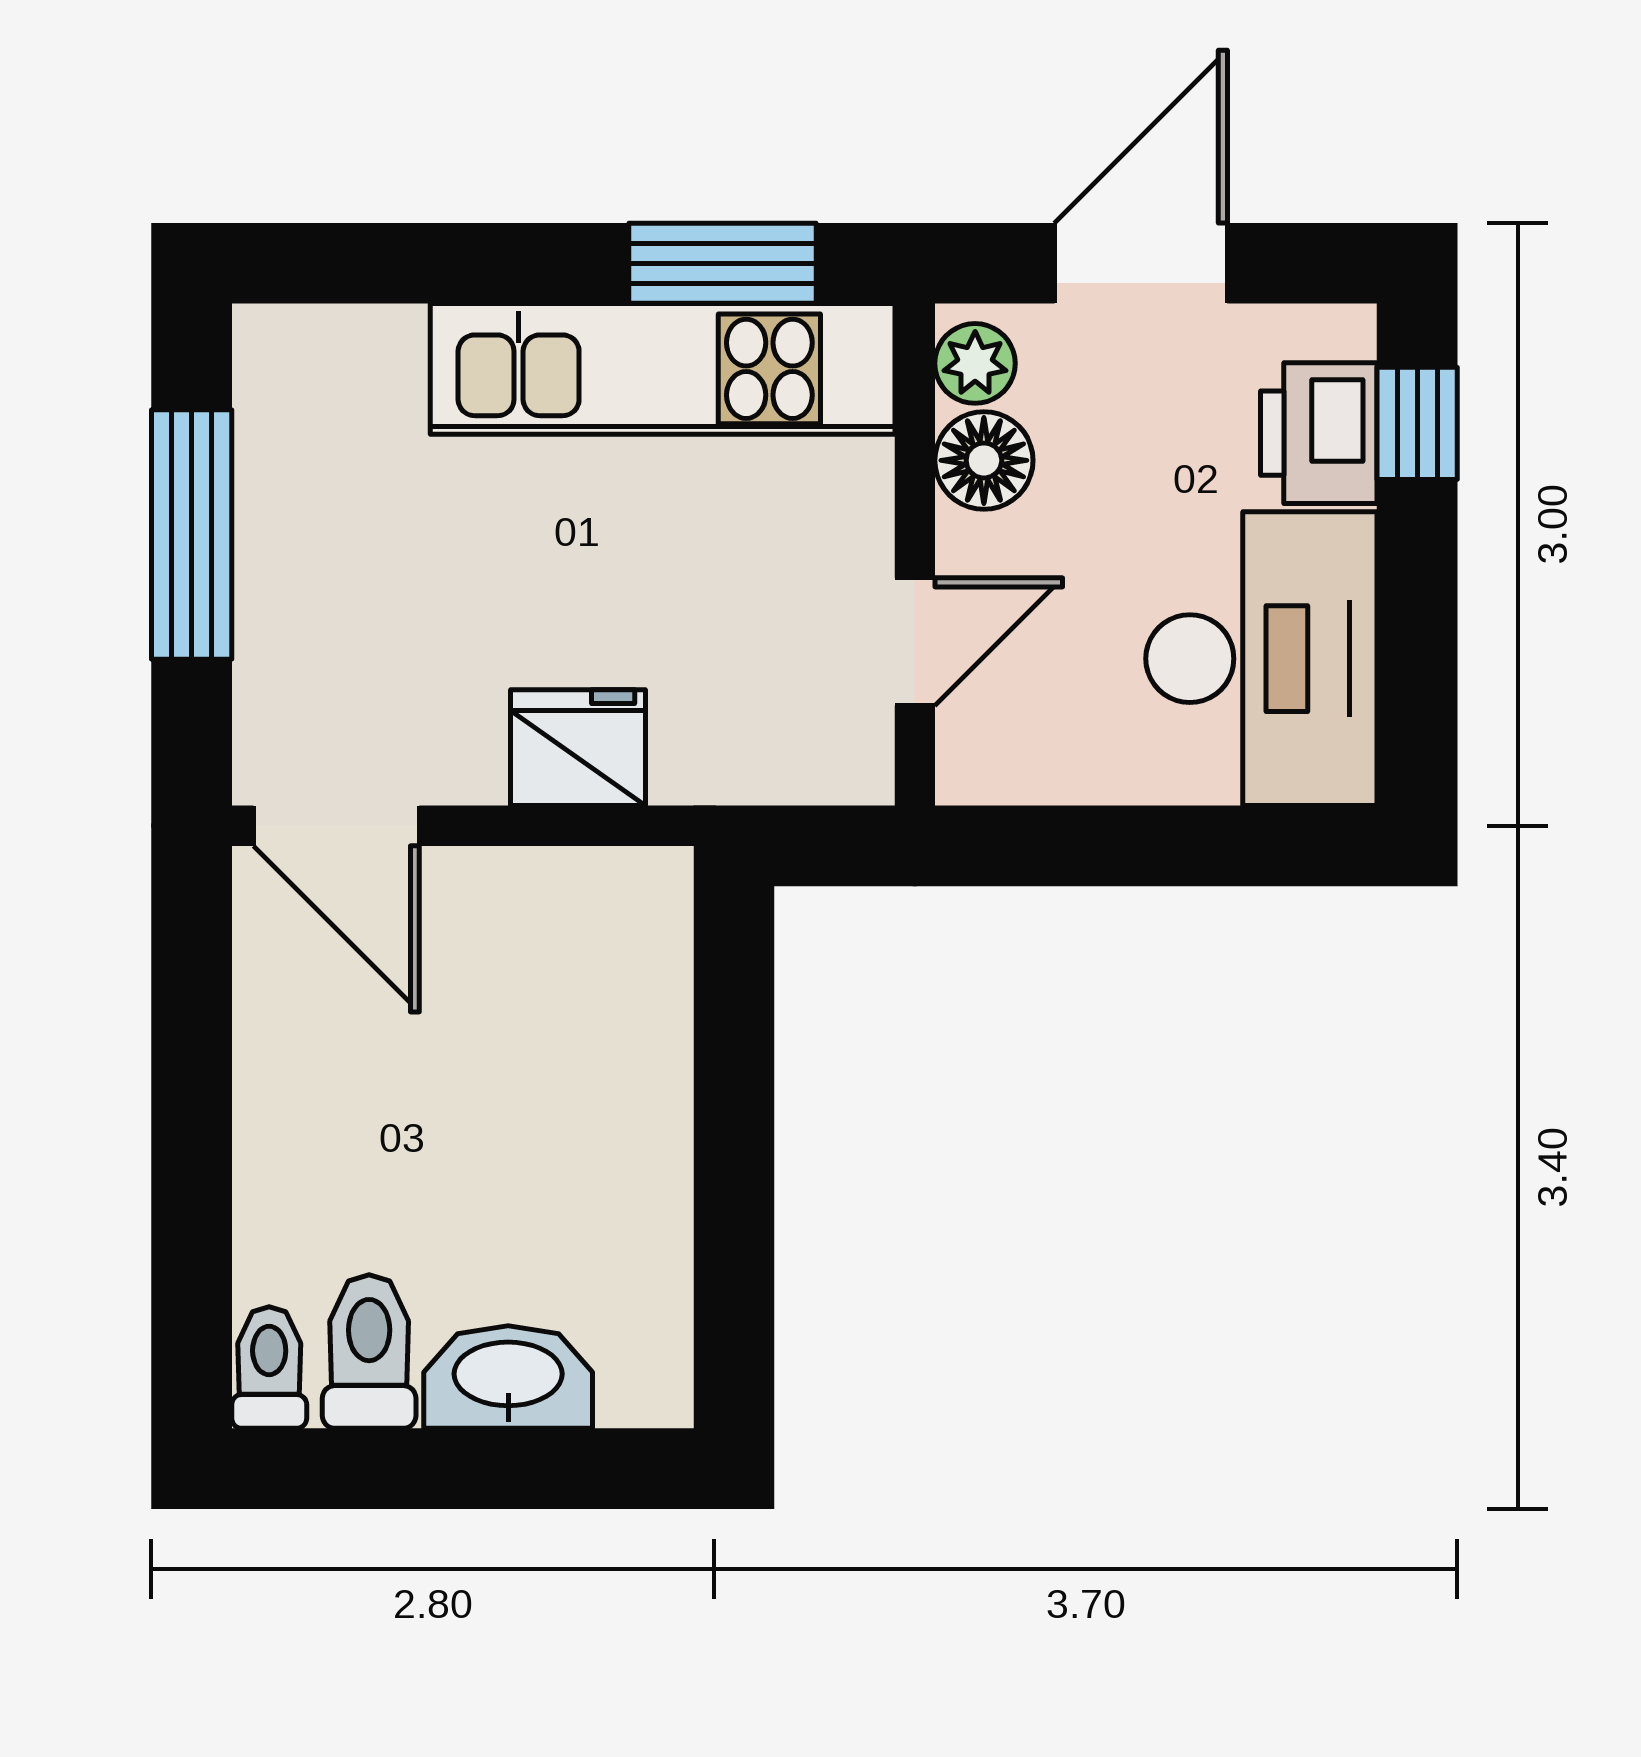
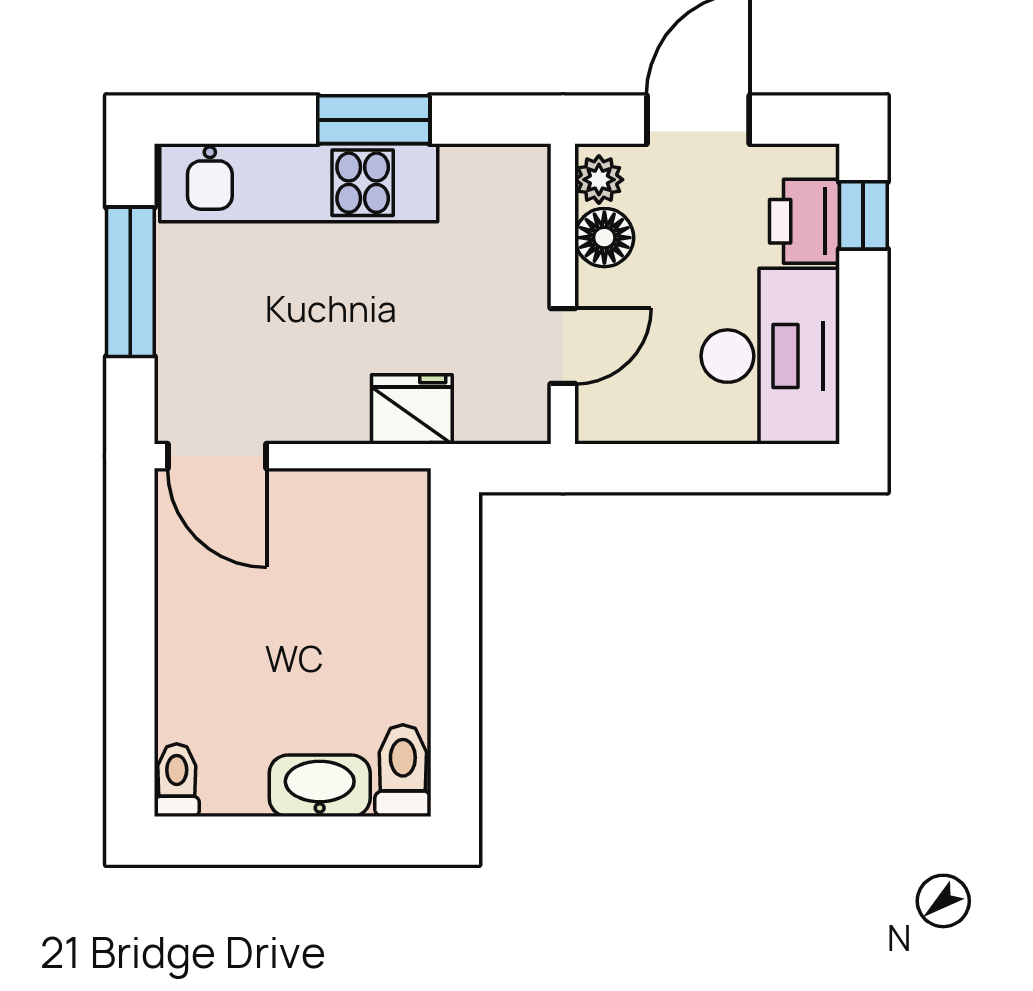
window: (723, 263) -> (374, 120), moved
kitchen unit: (663, 369) -> (299, 183), moved
fridge: (578, 748) -> (412, 409), moved
toilet: (369, 1352) -> (403, 771), moved

